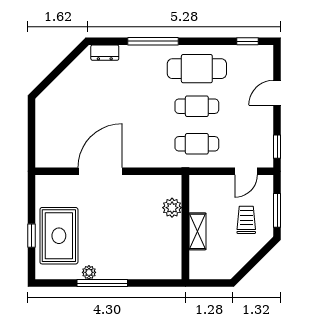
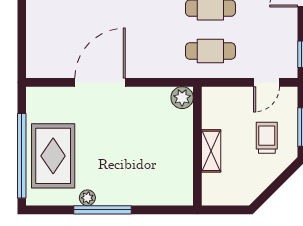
plant: (172, 208) -> (182, 98), moved
window: (32, 236) -> (22, 156), width x3.17

